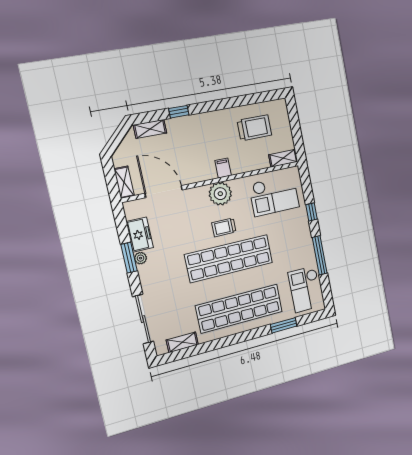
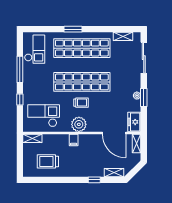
freezer: (140, 235) -> (134, 122), moved
window: (284, 325) -> (73, 29), moved

